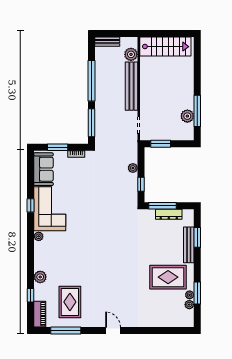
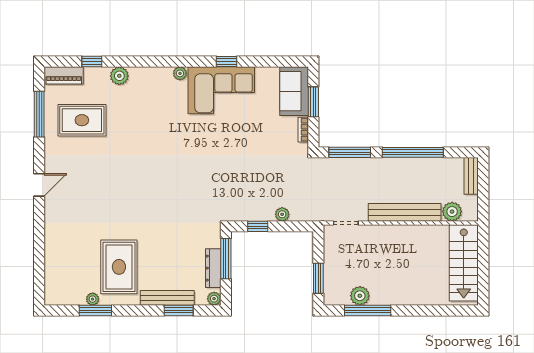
window: (161, 144) -> (318, 278), moved
sofa: (44, 169) -> (294, 91), moved, turned 90
plant: (189, 305) -> (214, 299), moved

